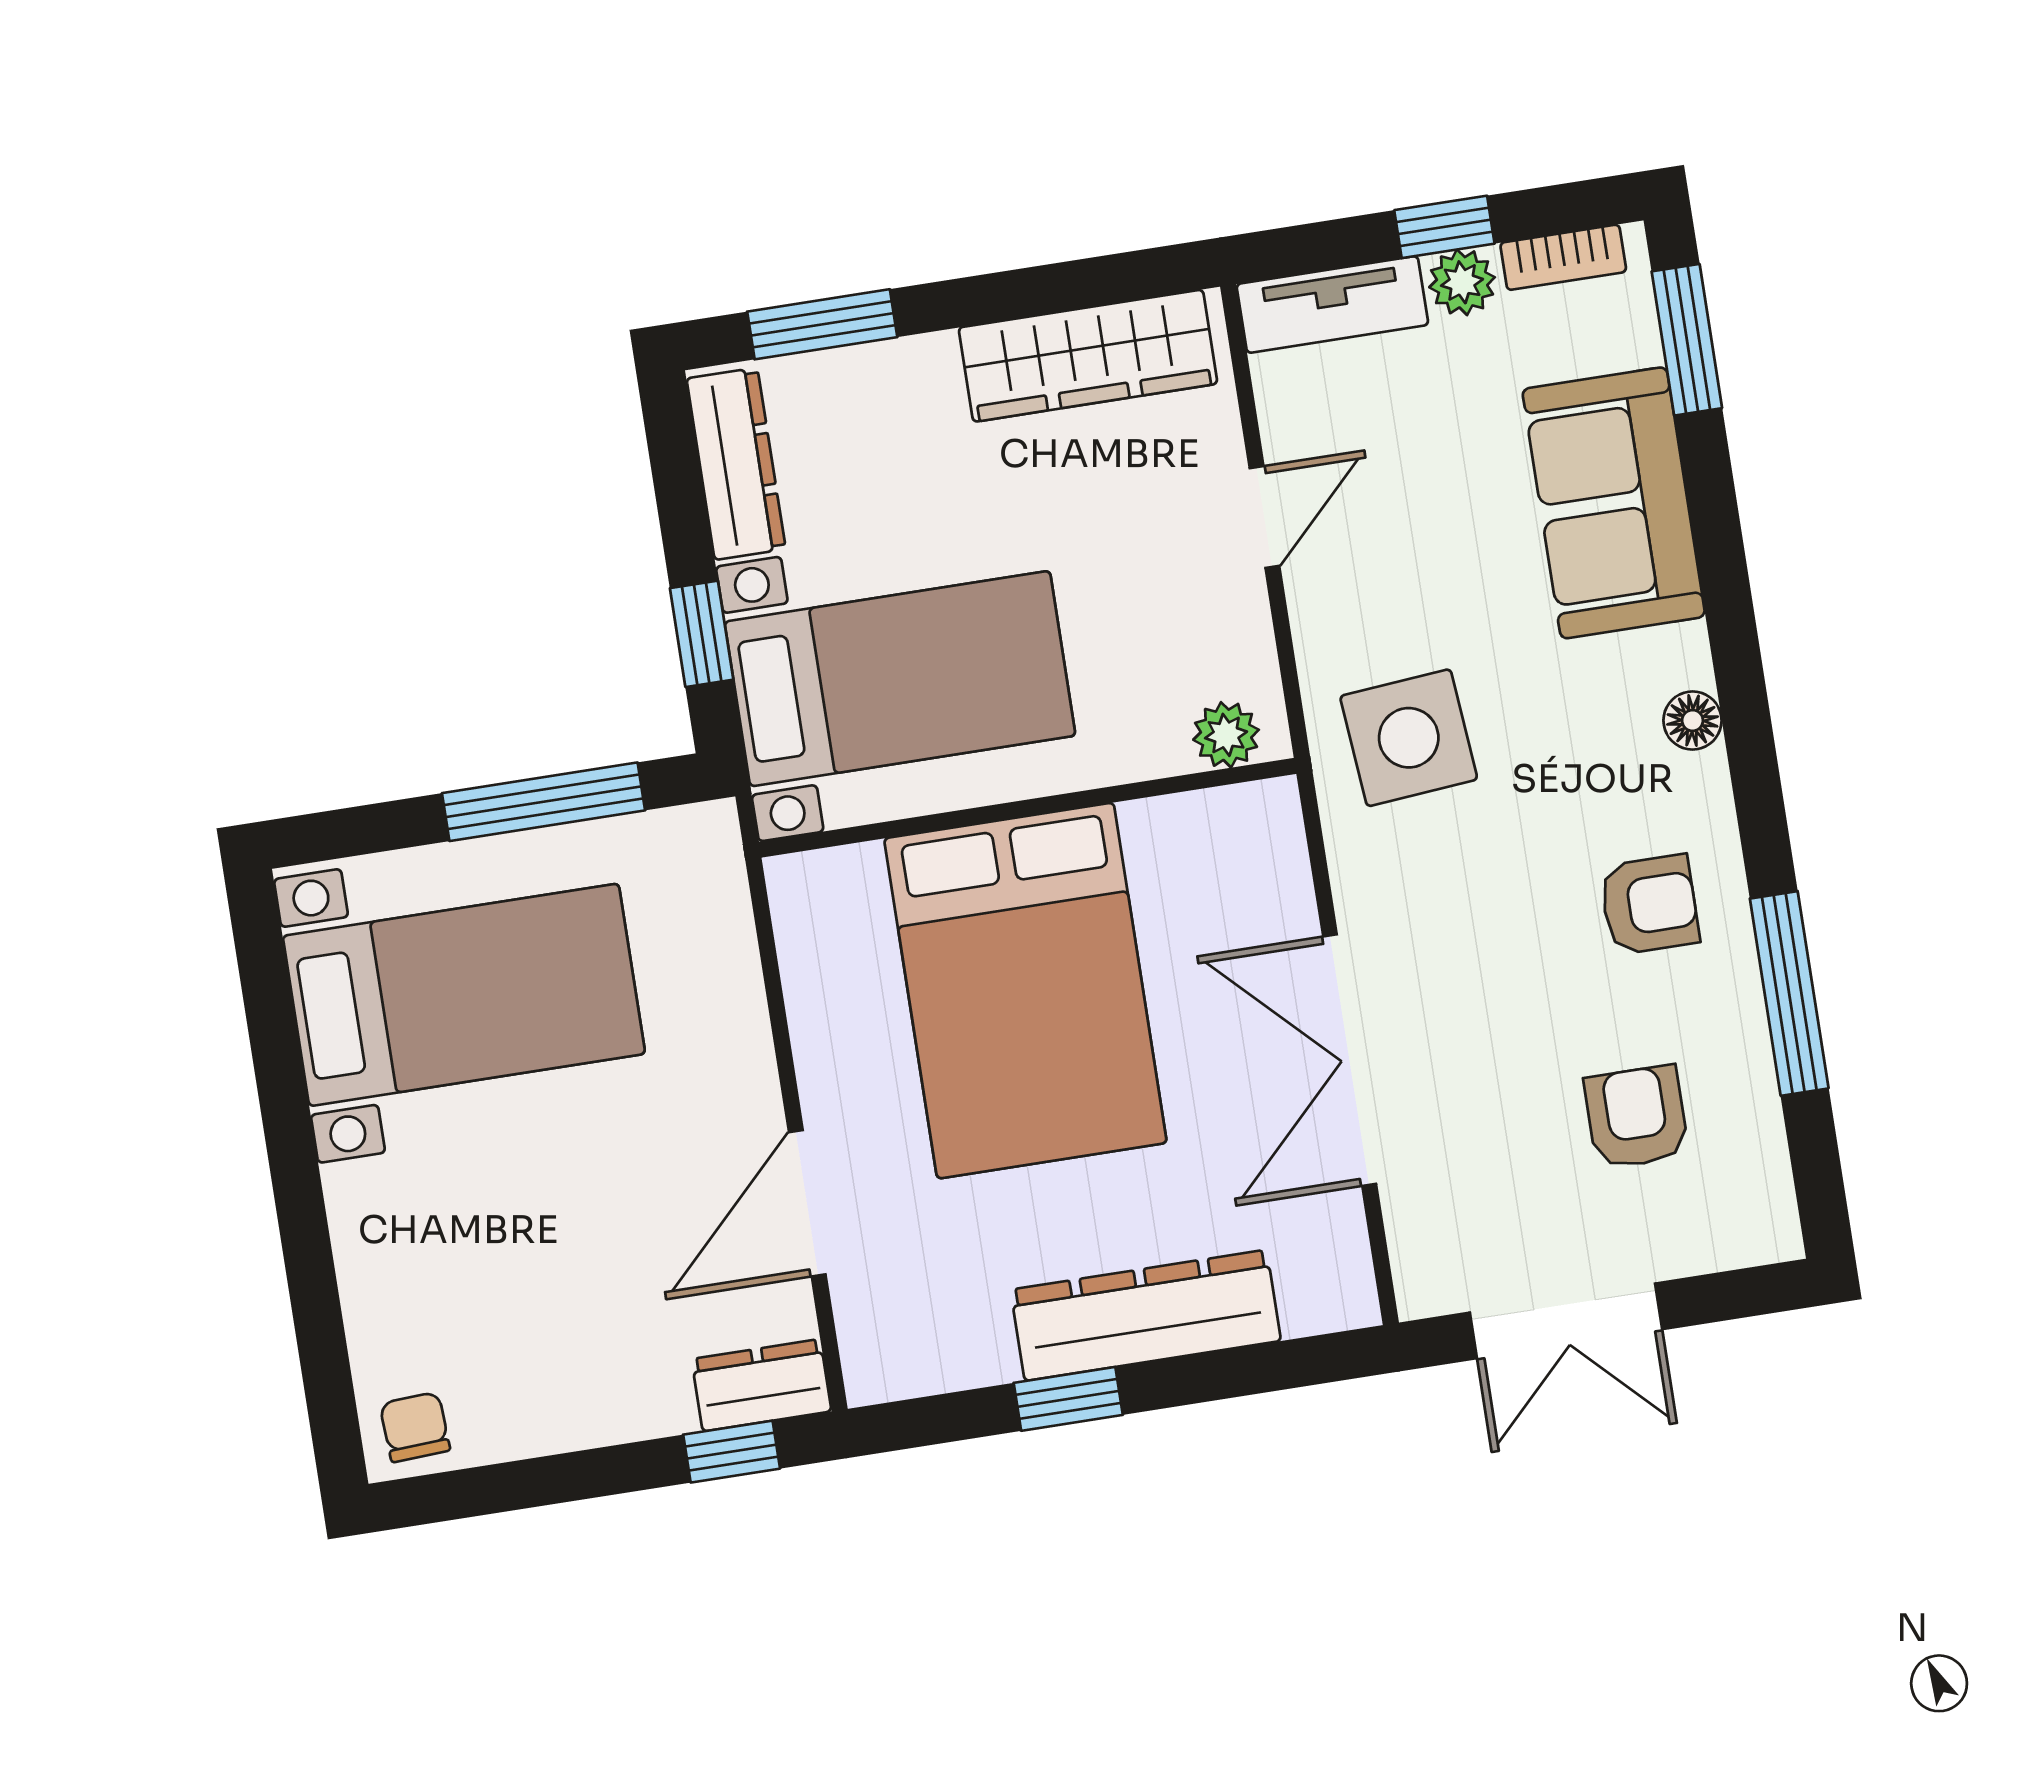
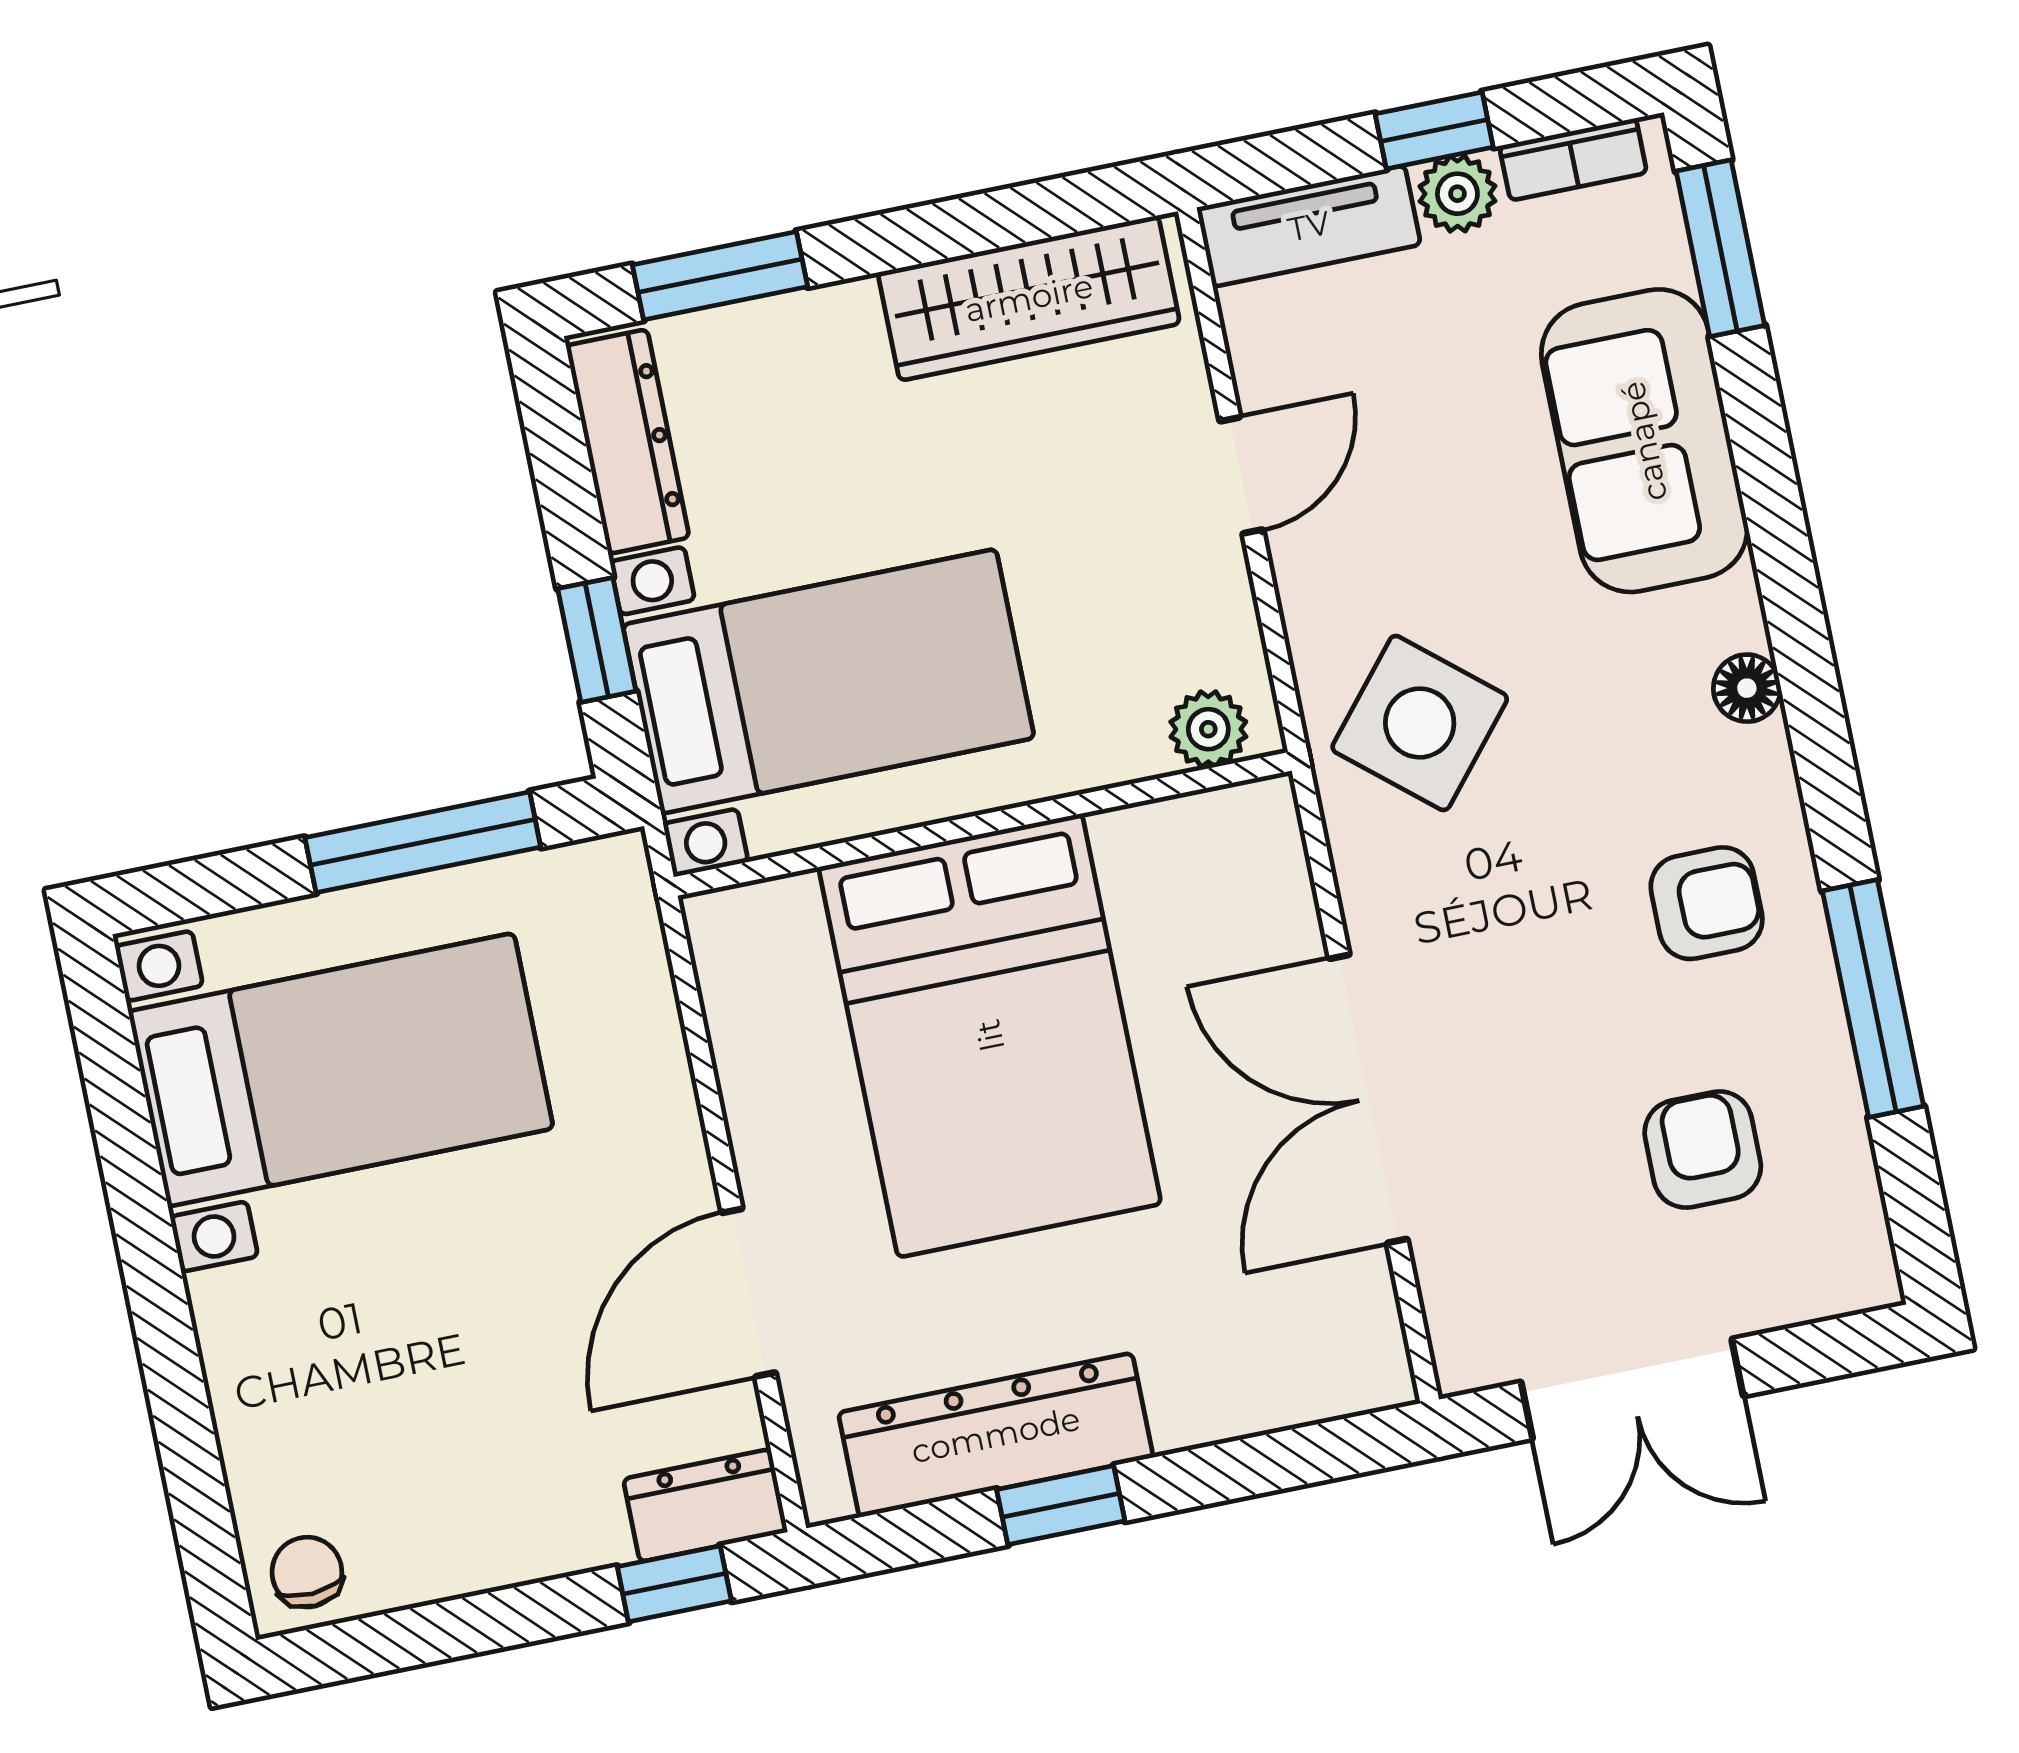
side table: (1409, 738) -> (1420, 723), turned 45
dresser: (1146, 1315) -> (996, 1435), moved

